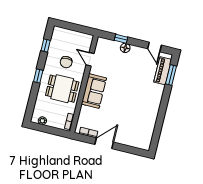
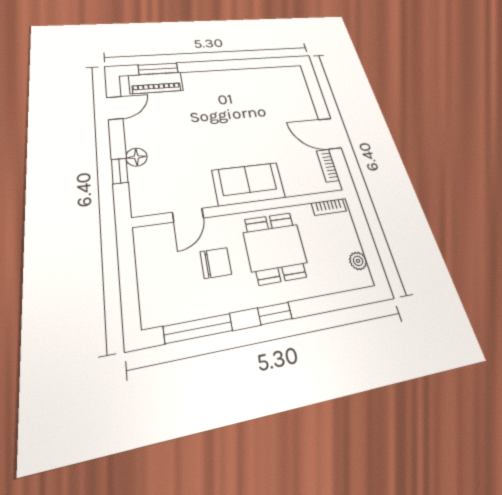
window: (46, 46) -> (198, 328), width x2.17

